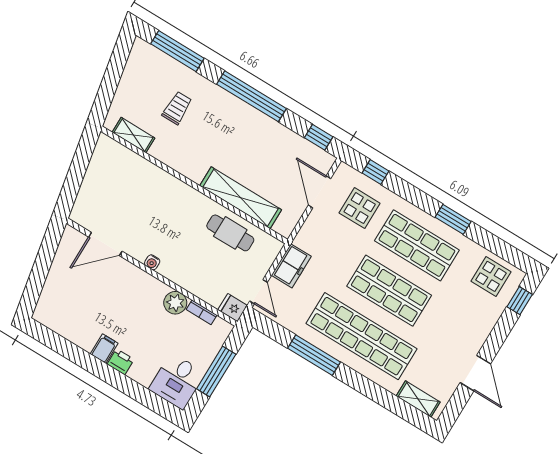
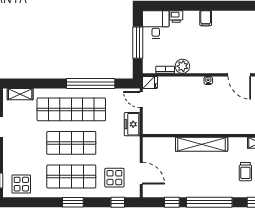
window: (319, 137) -> (172, 202), moved
shelving: (241, 198) -> (202, 144), moved
window: (453, 219) -> (73, 202), moved
cafe table: (230, 233) -> (176, 122), removed
door: (105, 244) -> (239, 75), swing flipped
window: (314, 355) -> (91, 84), width x1.46
printer: (121, 362) -> (176, 16), moved

